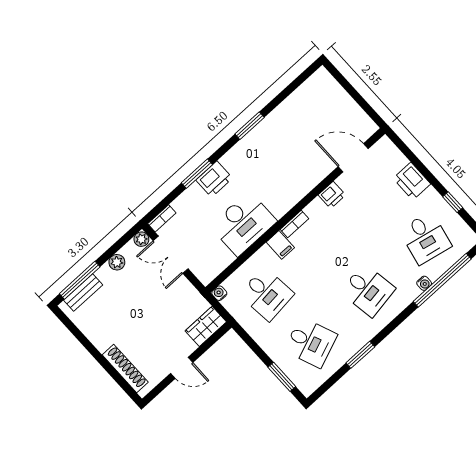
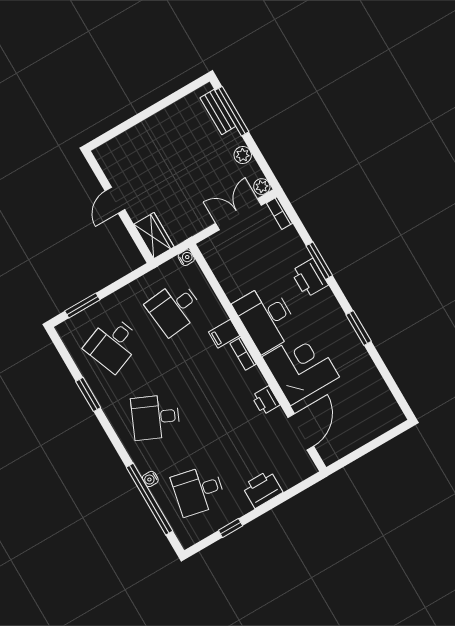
corner desk: (295, 170) -> (301, 367), added
desk: (243, 224) -> (266, 318), moved
desk: (368, 290) -> (156, 417), turned 33
shoe rack: (125, 369) -> (127, 140), removed

